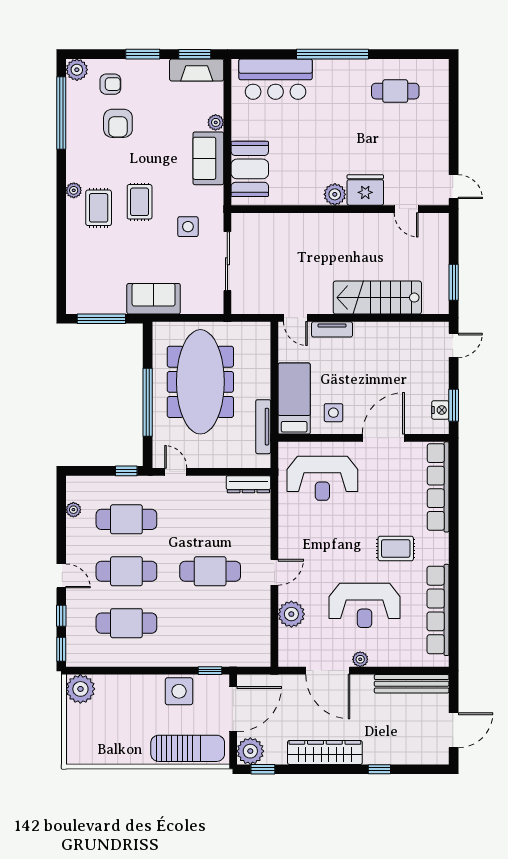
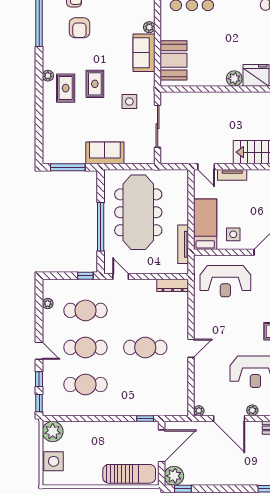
plant: (291, 614) -> (199, 411), moved, width x0.53, depth x0.53
side table: (179, 691) -> (54, 461), moved
wardrobe: (325, 752) -> (227, 477), removed

